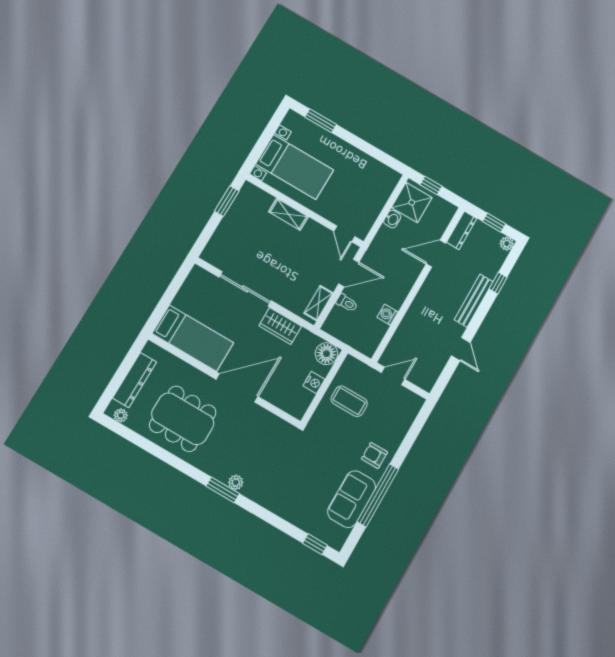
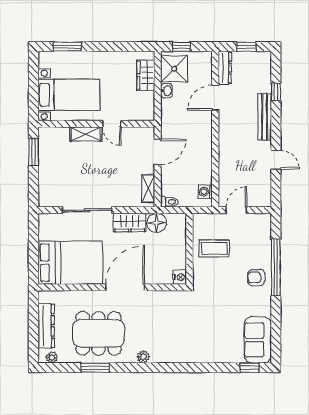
wardrobe: (381, 192) -> (146, 75), added
door: (344, 234) -> (112, 124), moved
plant: (507, 244) -> (265, 57), removed
toilet: (347, 303) -> (169, 202), moved
washing machine: (388, 315) -> (205, 192), moved
bed: (193, 338) -> (70, 263), width x1.50
floor lamp: (327, 354) -> (157, 223), moved
nightstand: (314, 383) -> (180, 277), moved
plant: (236, 482) -> (143, 357), moved
window: (223, 490) -> (95, 368), moved
window: (378, 495) -> (276, 267), moved
sofa: (352, 499) -> (258, 340), moved

